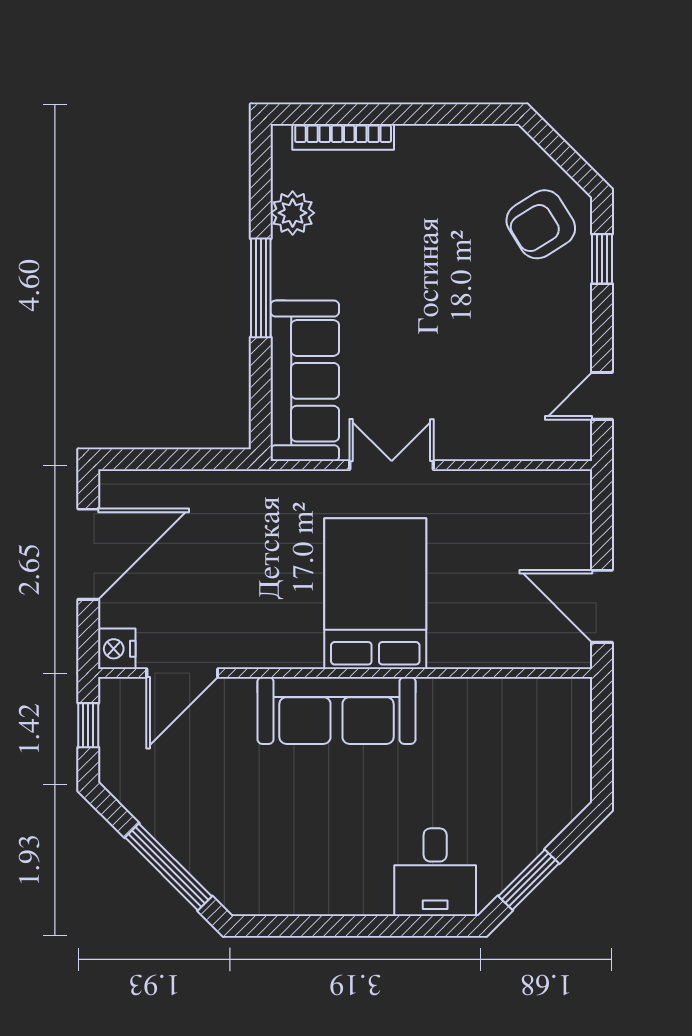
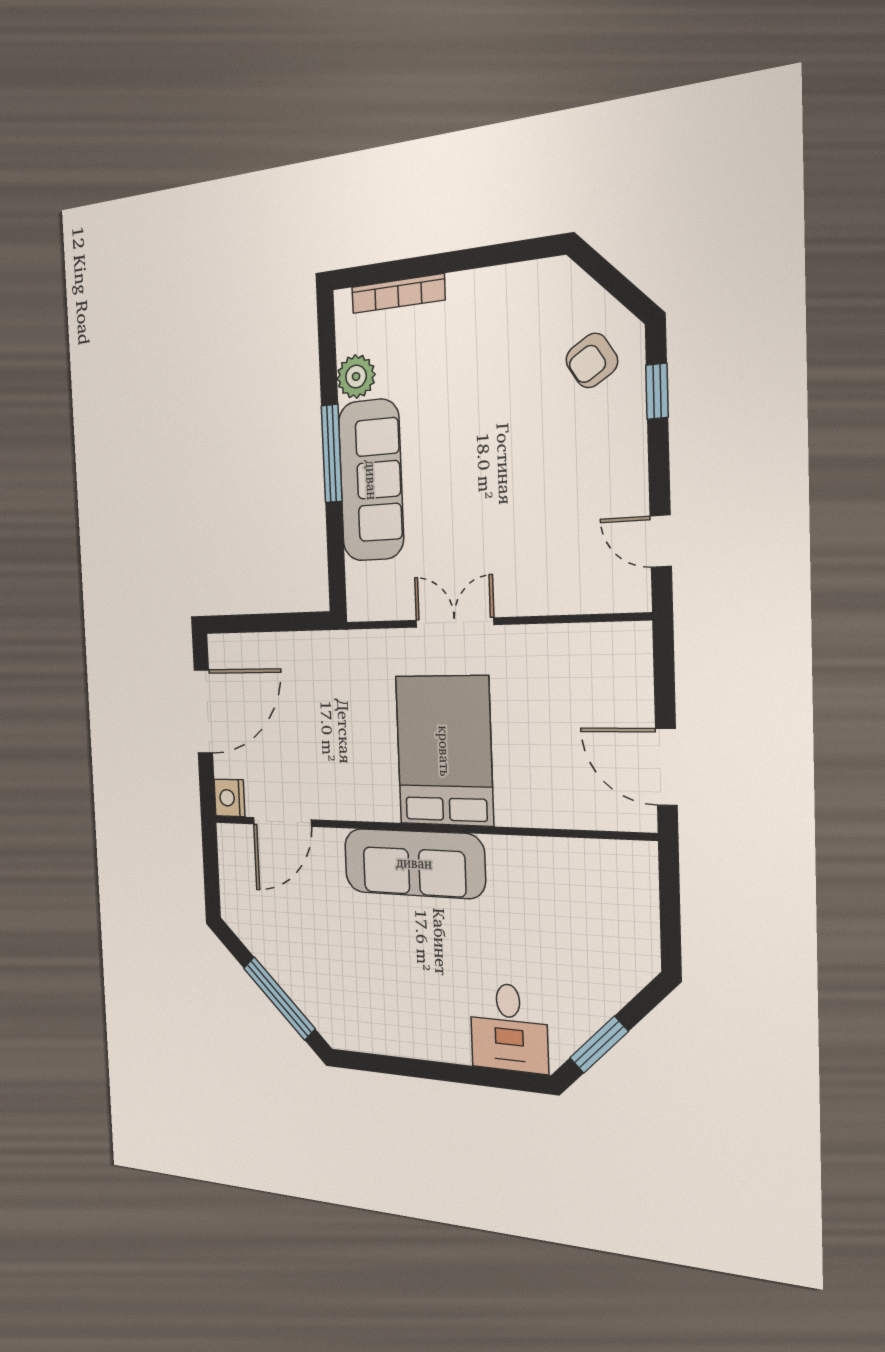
armchair: (541, 224) -> (592, 360), width x0.72, depth x0.72
sofa: (305, 381) -> (371, 480), moved
door: (602, 396) -> (661, 541), hinge flipped
window: (88, 725) -> (211, 866), removed

